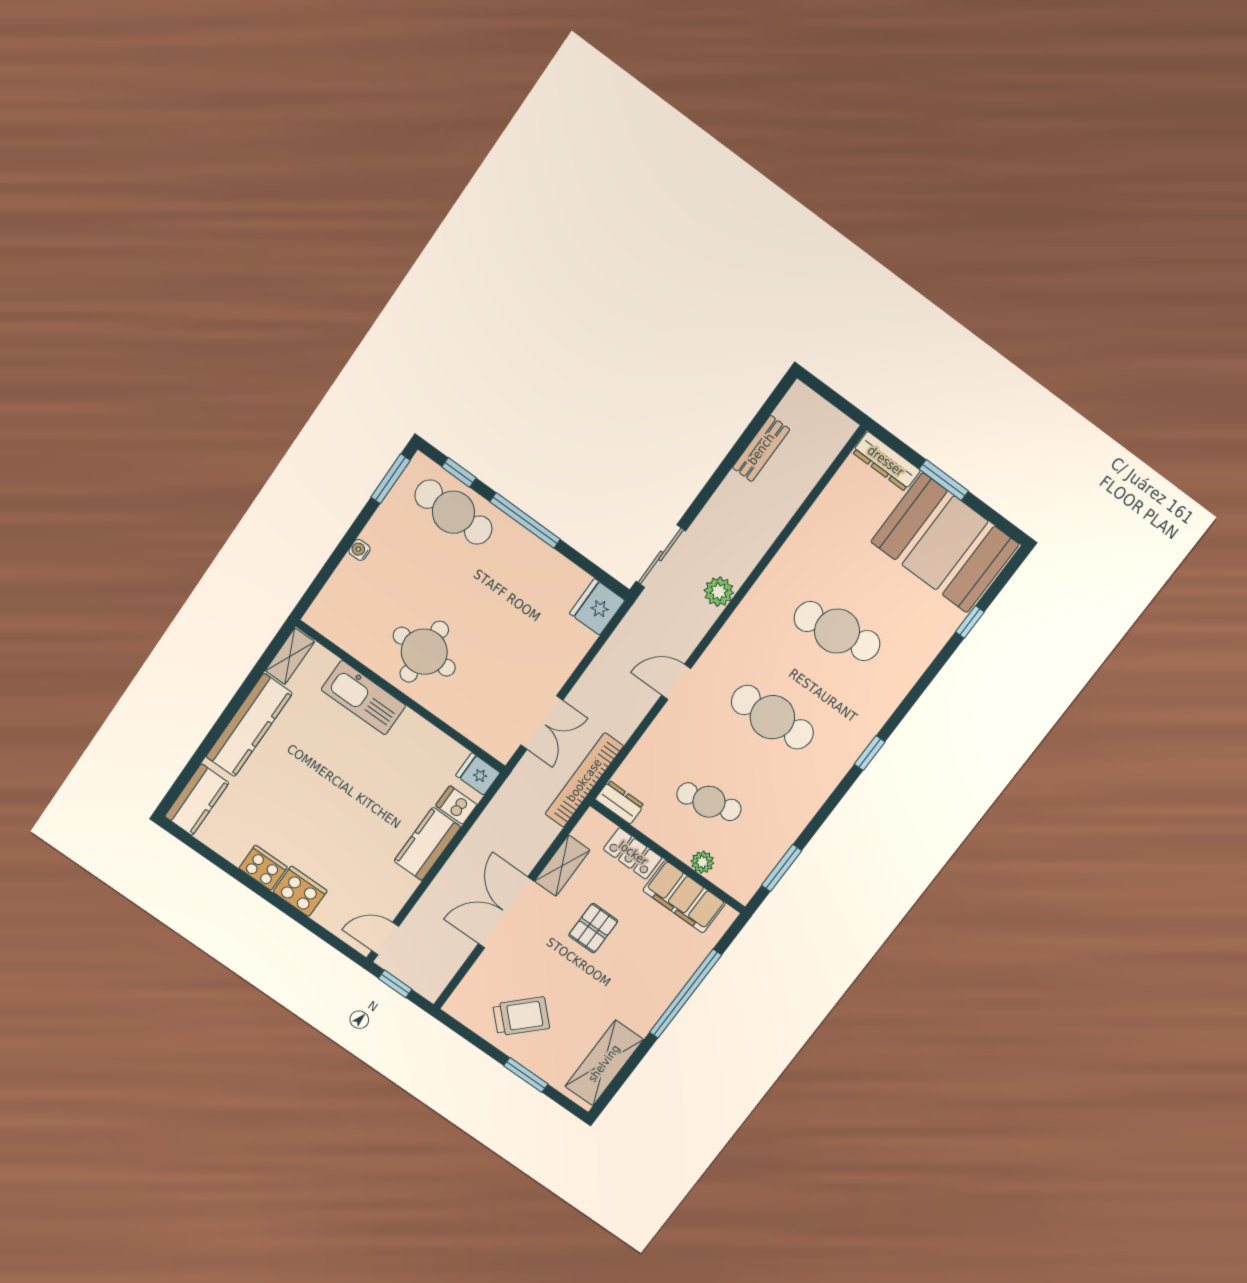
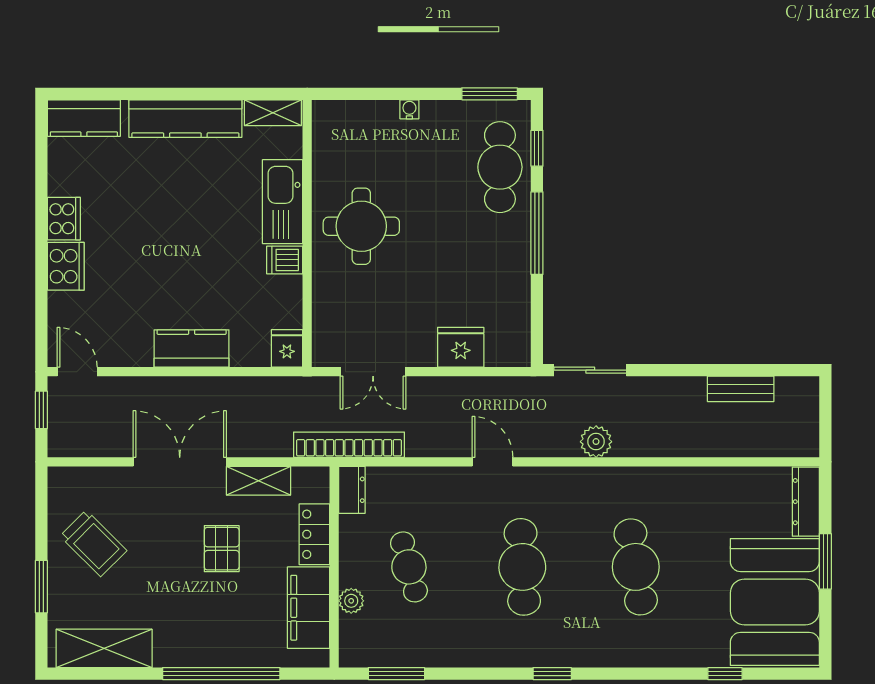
fridge: (597, 607) -> (461, 347), moved
dishwasher: (456, 805) -> (285, 260), moved, turned -90
pallet: (593, 928) -> (222, 549), turned 90

